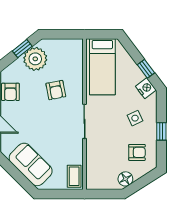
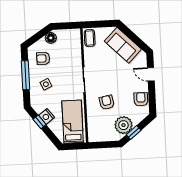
nightstand: (146, 88) -> (47, 116), moved
window: (161, 131) -> (25, 75), width x2.17

